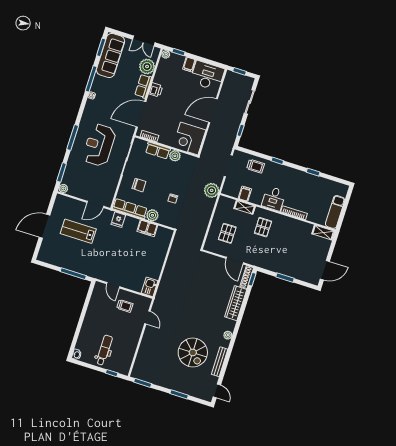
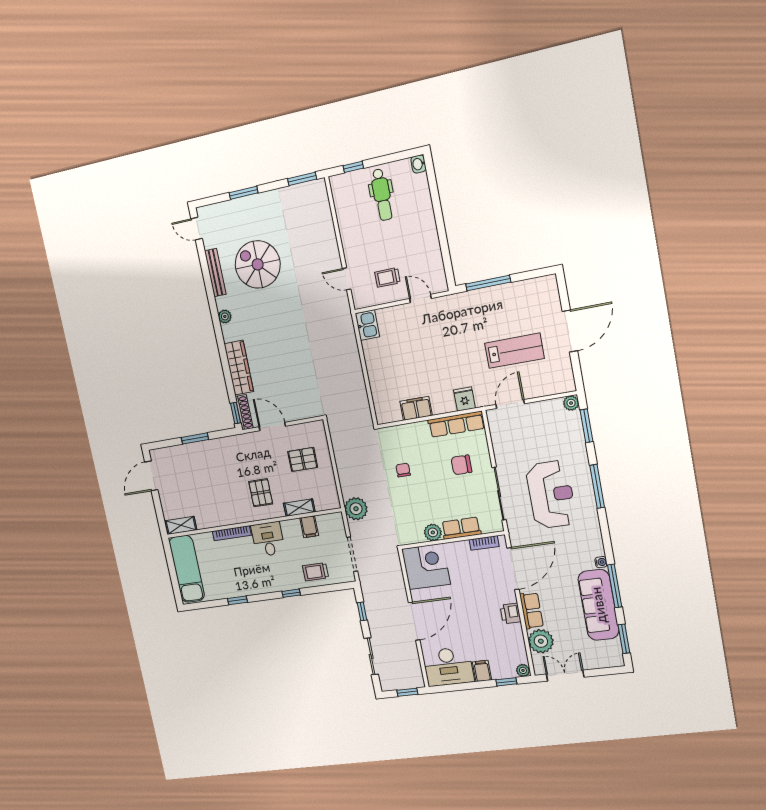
sofa: (111, 55) -> (598, 605), moved
exam couch: (335, 212) -> (187, 569), width x1.36, depth x1.45
plant: (152, 215) -> (419, 431), removed
pallet: (227, 233) -> (303, 459), turned 90

